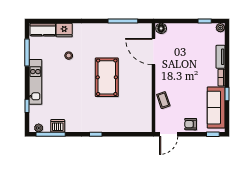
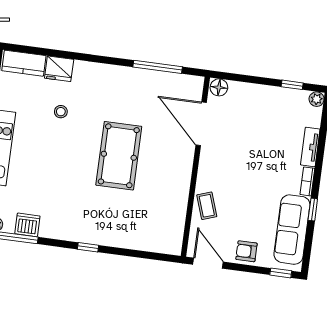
door: (169, 134) -> (208, 263), swing flipped

